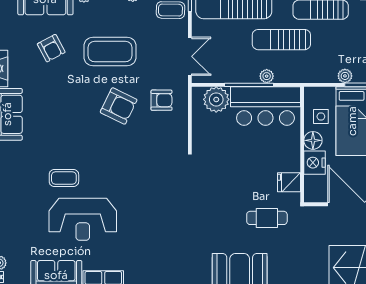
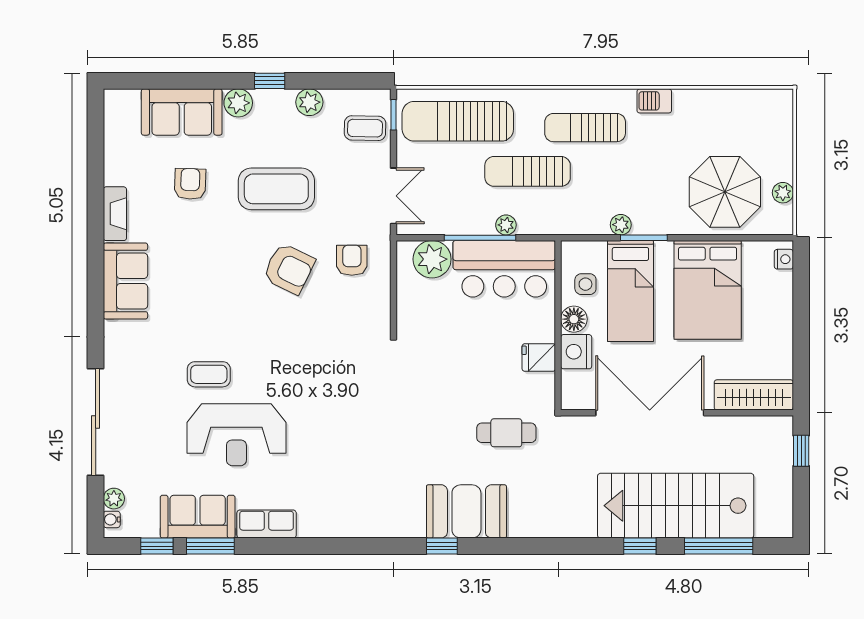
armchair: (51, 48) -> (190, 184), turned -150
armchair: (161, 100) -> (352, 260), turned -90
fridge: (289, 182) -> (539, 358), moved

